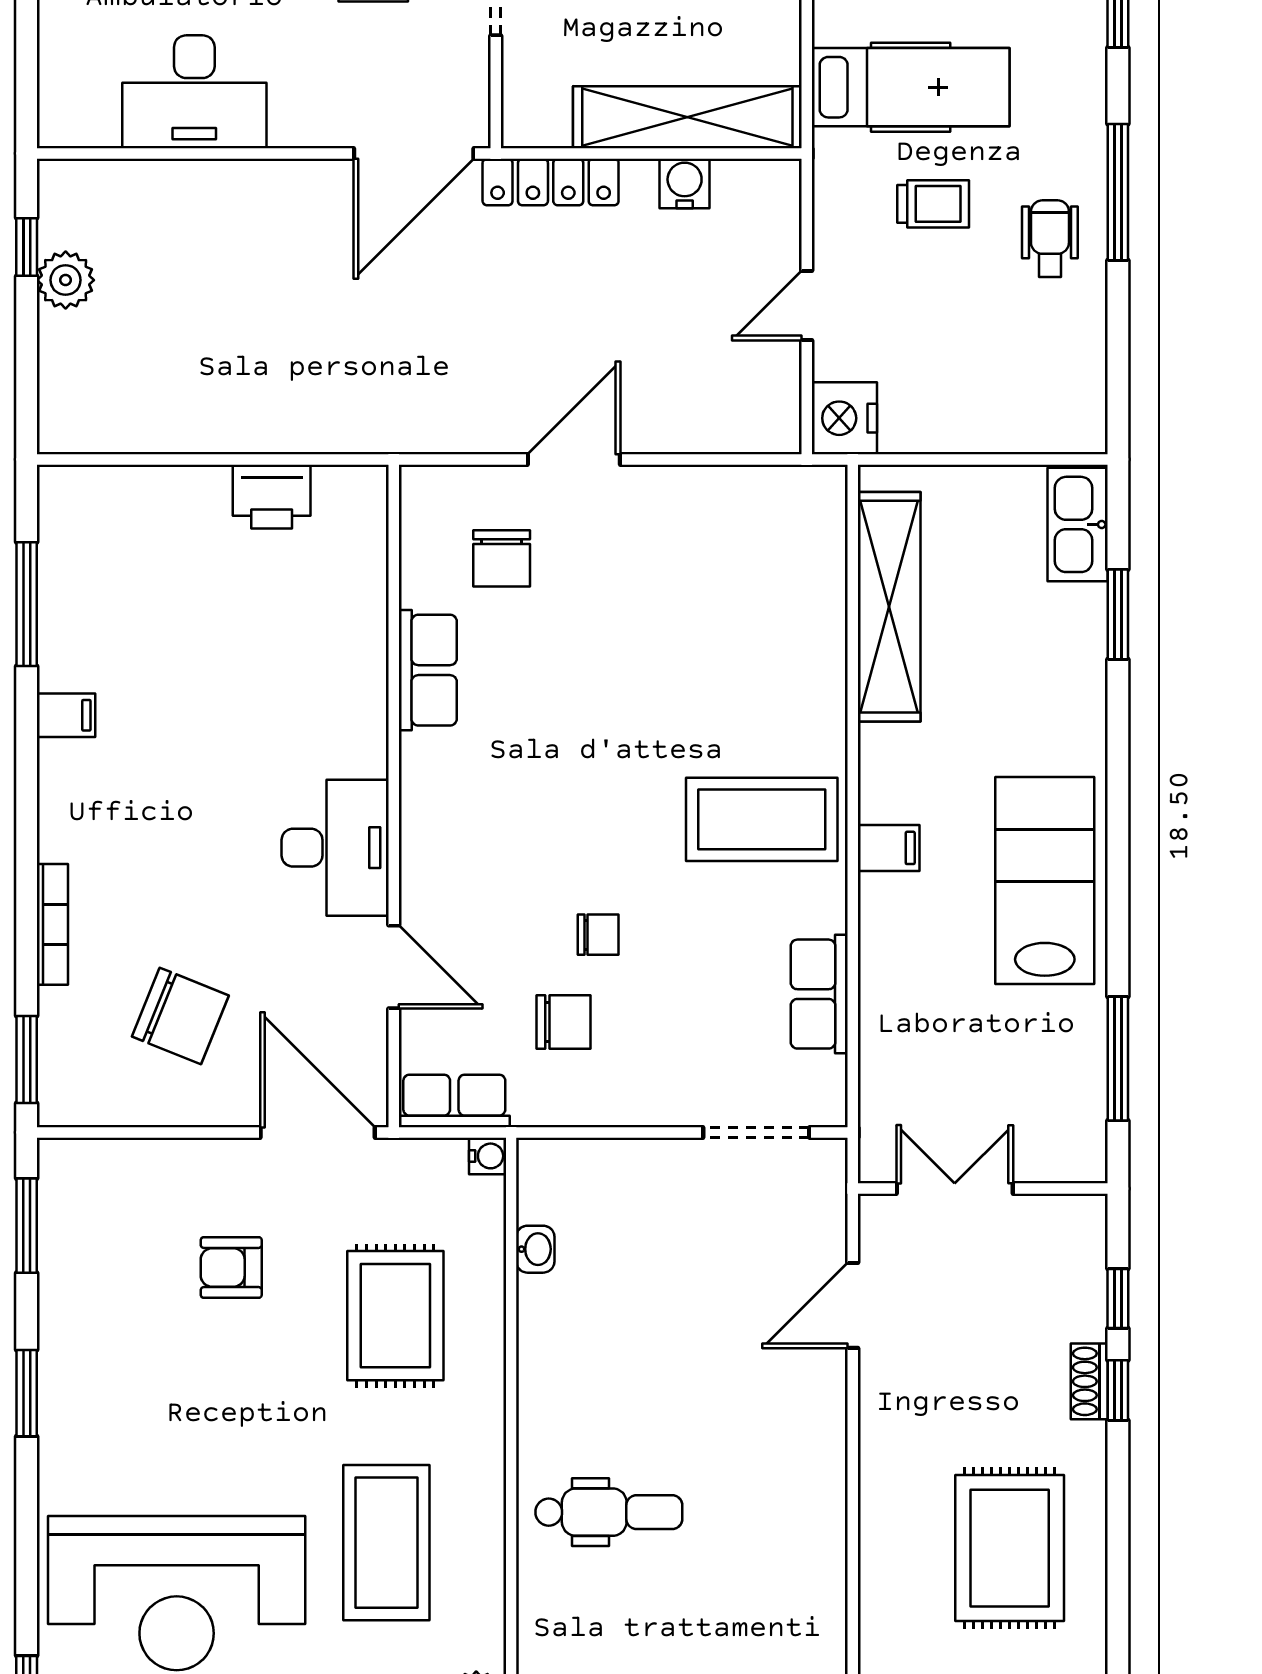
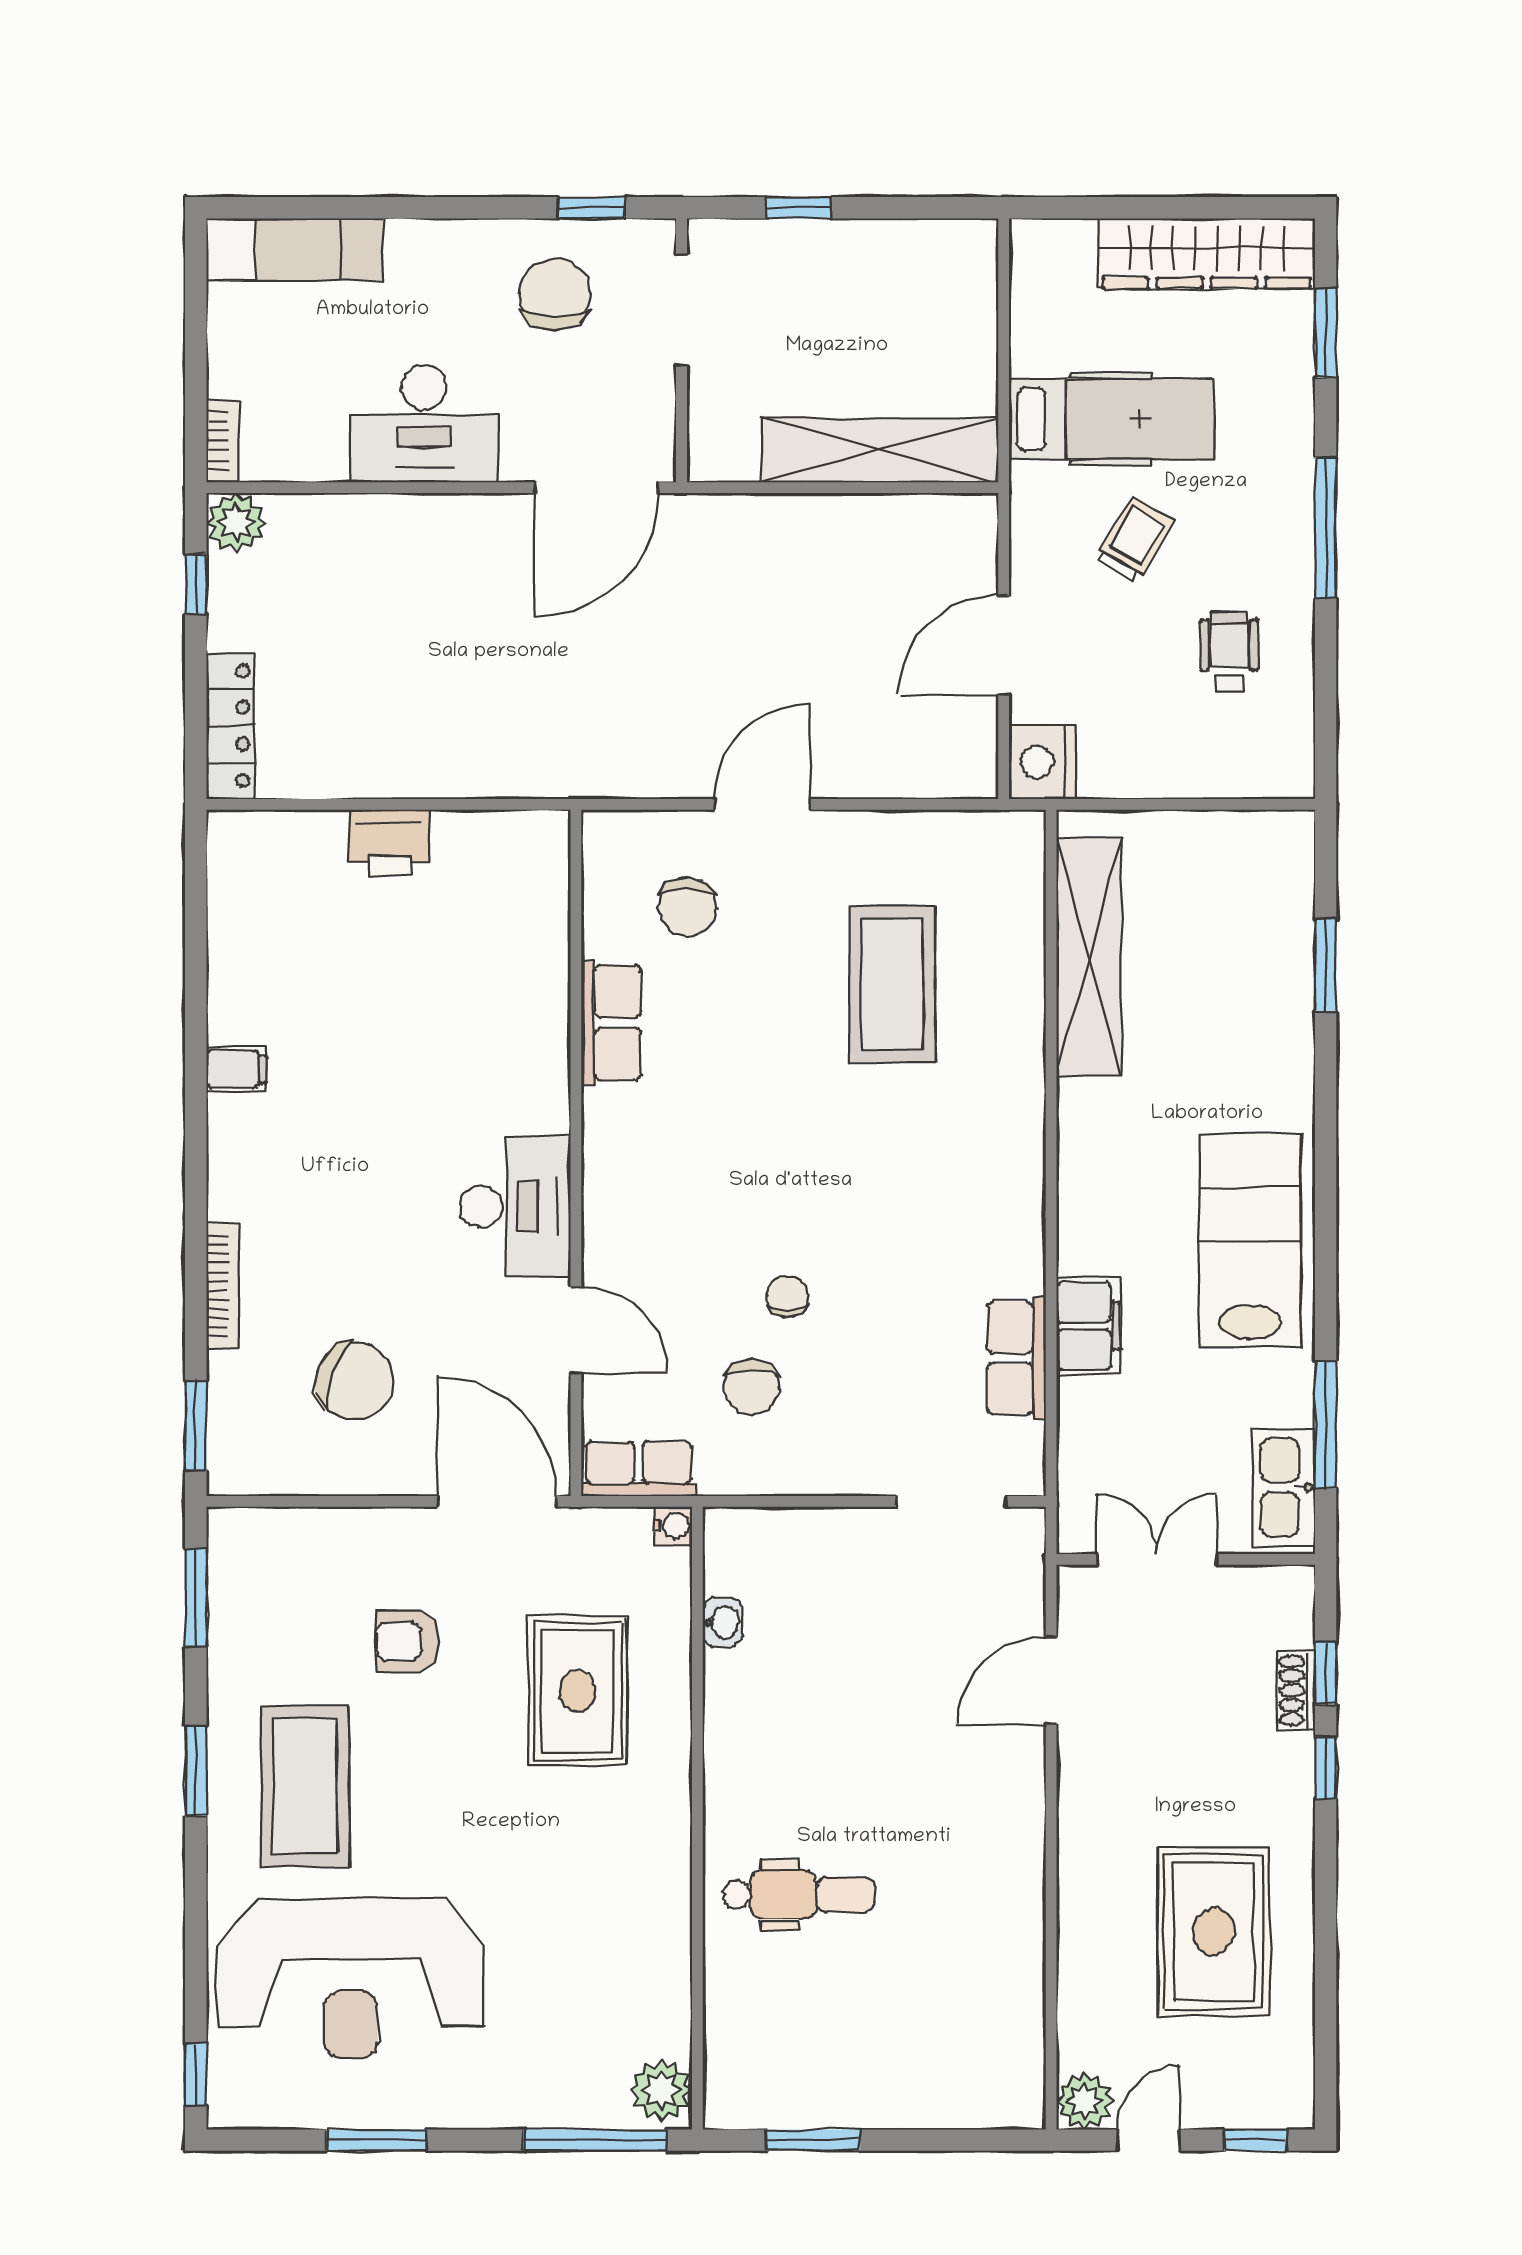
desk: (194, 92) -> (424, 424), moved
bookcase: (53, 108) -> (223, 440), added
locker: (551, 182) -> (231, 726), moved, turned -90
water cooler: (685, 183) -> (877, 519), removed
trolley: (933, 204) -> (1134, 540), turned -59
wheelchair: (1050, 239) -> (1229, 652), moved
plant: (66, 280) -> (236, 523), moved
door: (807, 305) -> (1004, 645), width x1.38
printer: (272, 497) -> (389, 843), moved
kitchen sink: (1078, 524) -> (1284, 1487), moved
window: (27, 604) -> (196, 954), removed
coffee table: (762, 819) -> (892, 984), moved, turned 90
filing cabinet: (889, 848) -> (1088, 1326), moved, width x2.00
chair: (598, 935) -> (787, 1297), turned -90
chair: (564, 1022) -> (752, 1387), turned 90
shoe rack: (1089, 1381) -> (1296, 1690), moved
coffee table: (386, 1543) -> (305, 1786), moved

